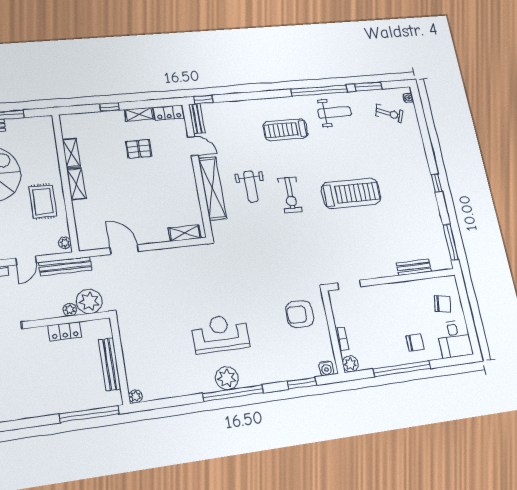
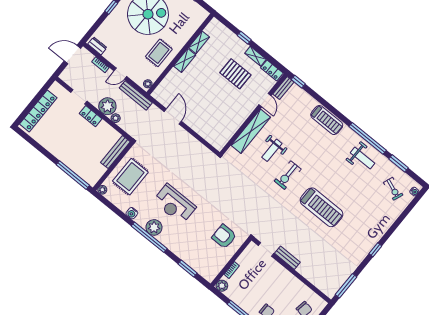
treadmill: (286, 130) -> (327, 120), moved, turned 180
pallet: (139, 149) -> (235, 74), width x1.50, depth x1.42
shelving: (185, 233) -> (211, 139), removed
bench: (414, 267) -> (287, 258), moved
plant: (89, 301) -> (107, 106), moved
locker: (65, 331) -> (91, 116), moved
reception desk: (220, 334) -> (174, 204), turned 180
rug: (149, 353) -> (130, 177), added
bench: (110, 364) -> (115, 152), moved
water cooler: (326, 368) -> (132, 213), moved

